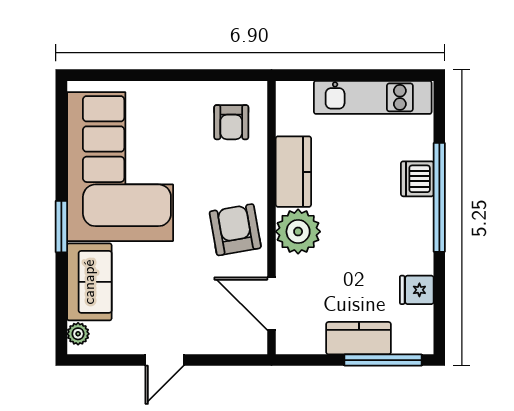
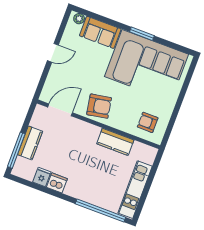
dishwasher: (417, 179) -> (57, 183), moved
window: (439, 197) -> (100, 210), moved
window: (61, 227) -> (142, 34), moved
plant: (298, 232) -> (88, 134), removed
door: (165, 360) -> (53, 53), swing flipped

